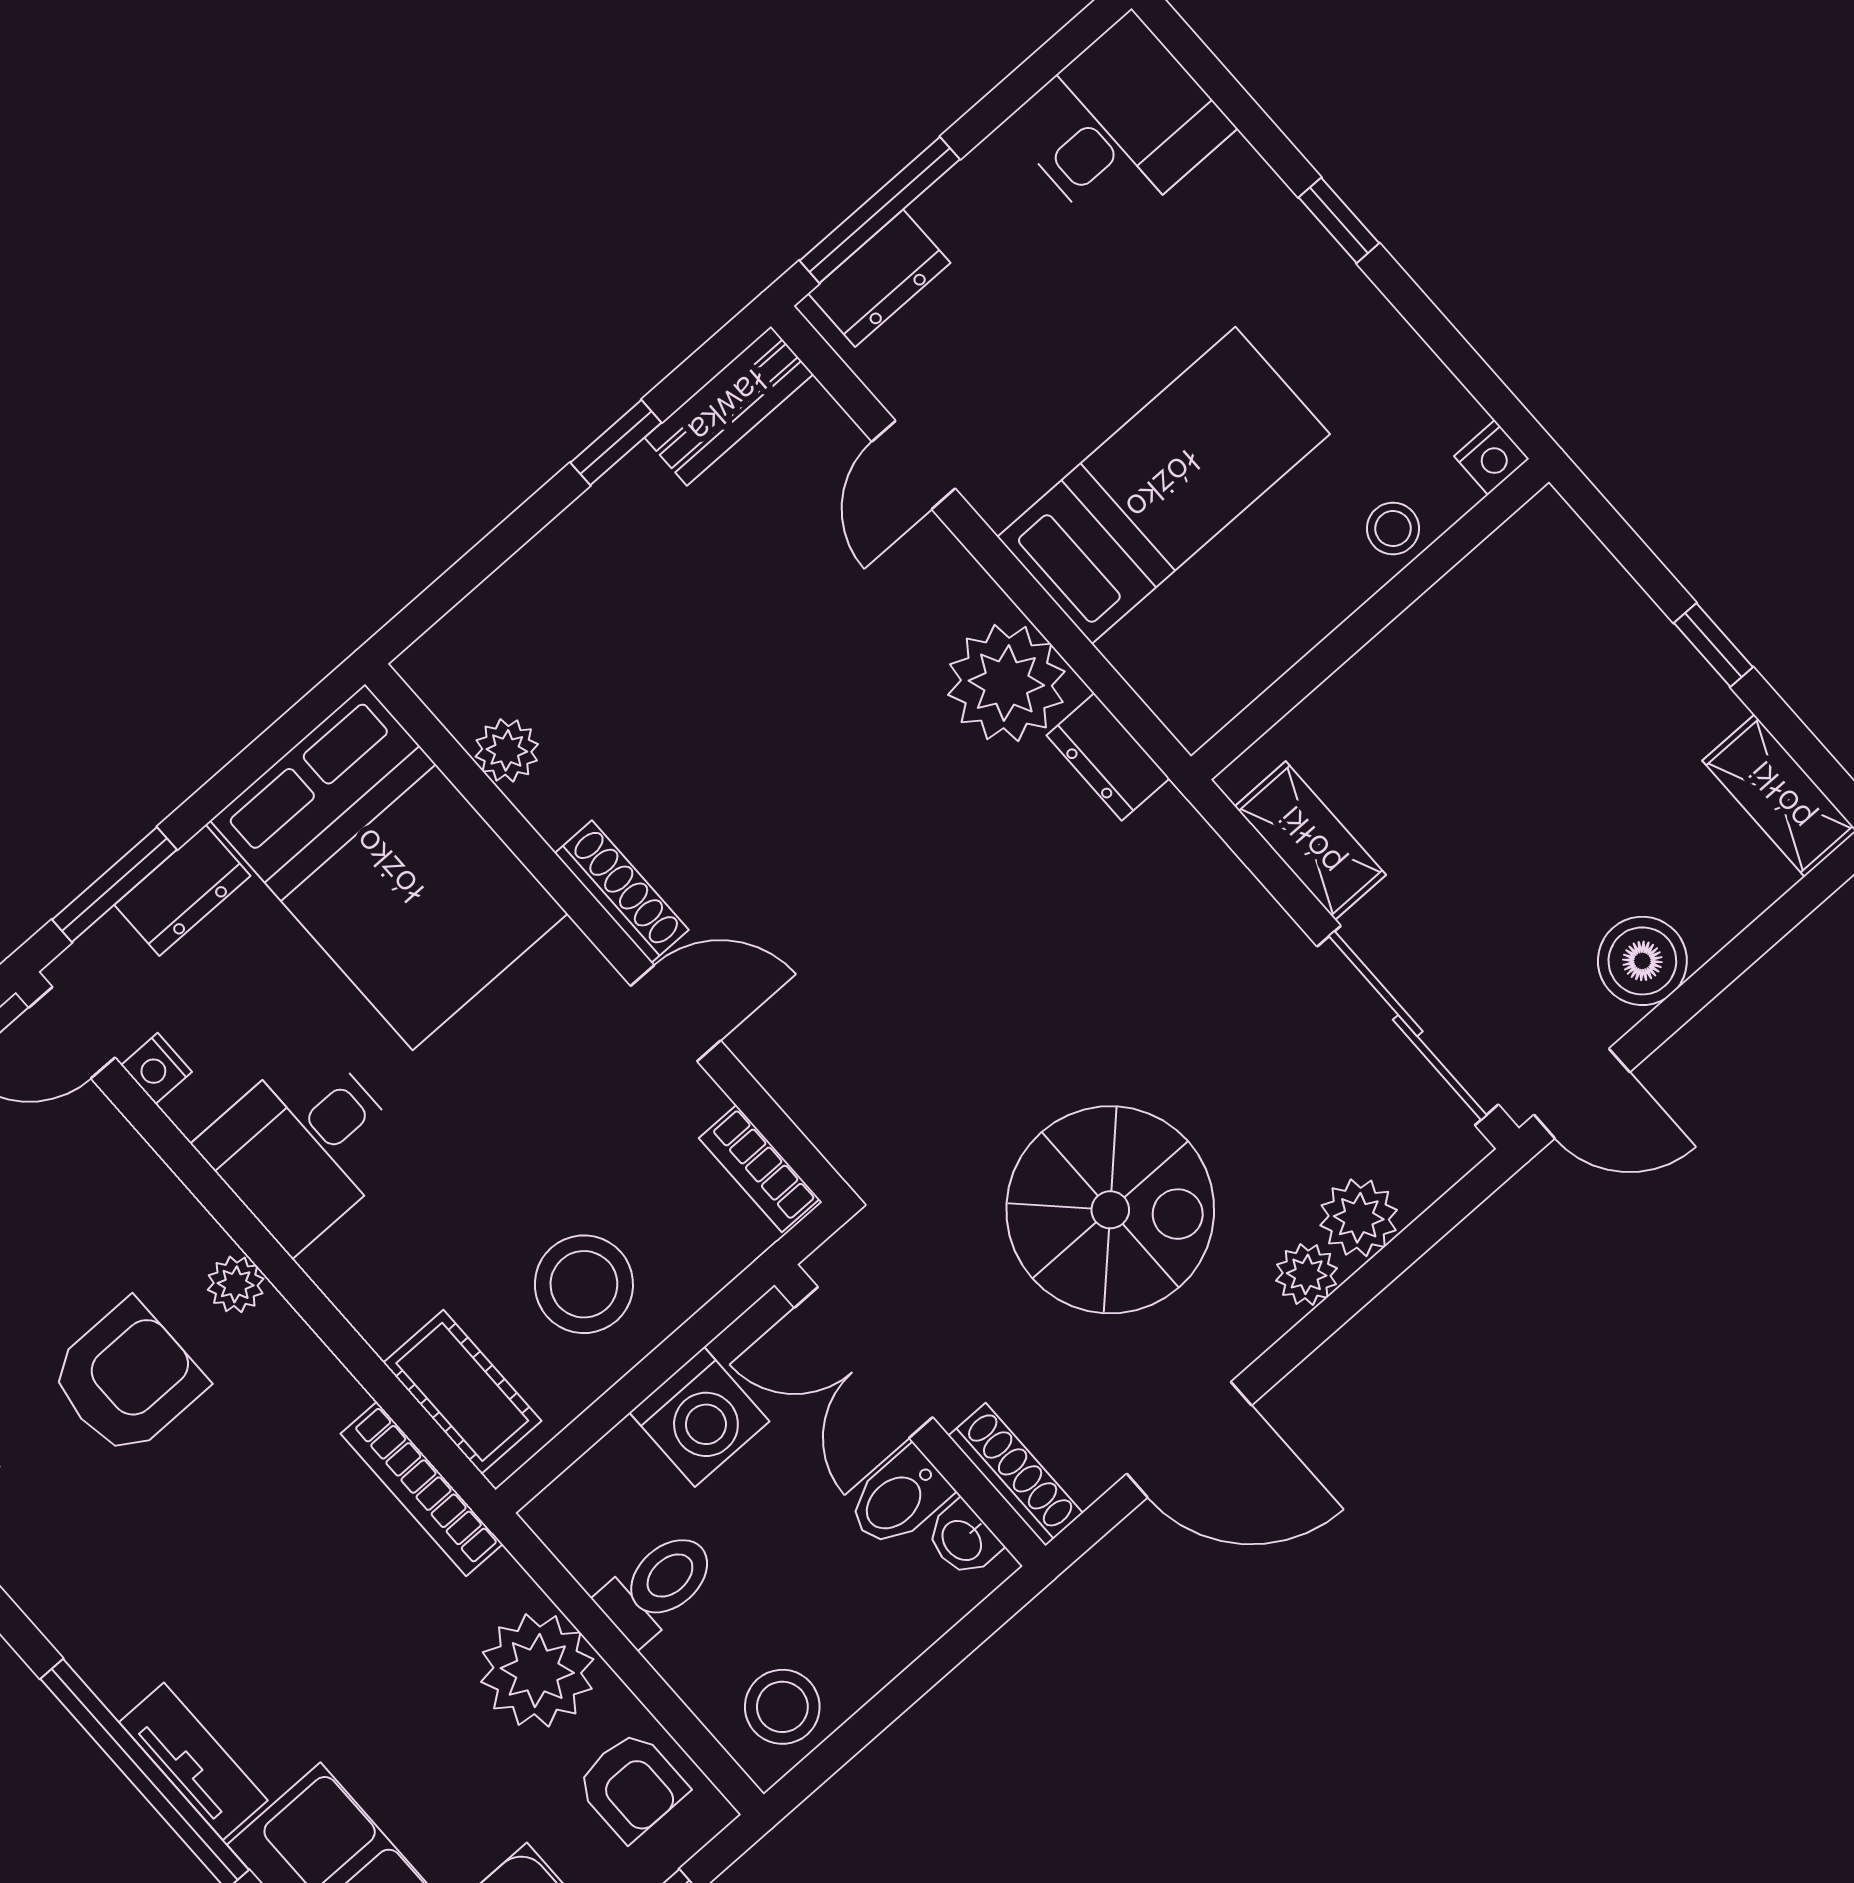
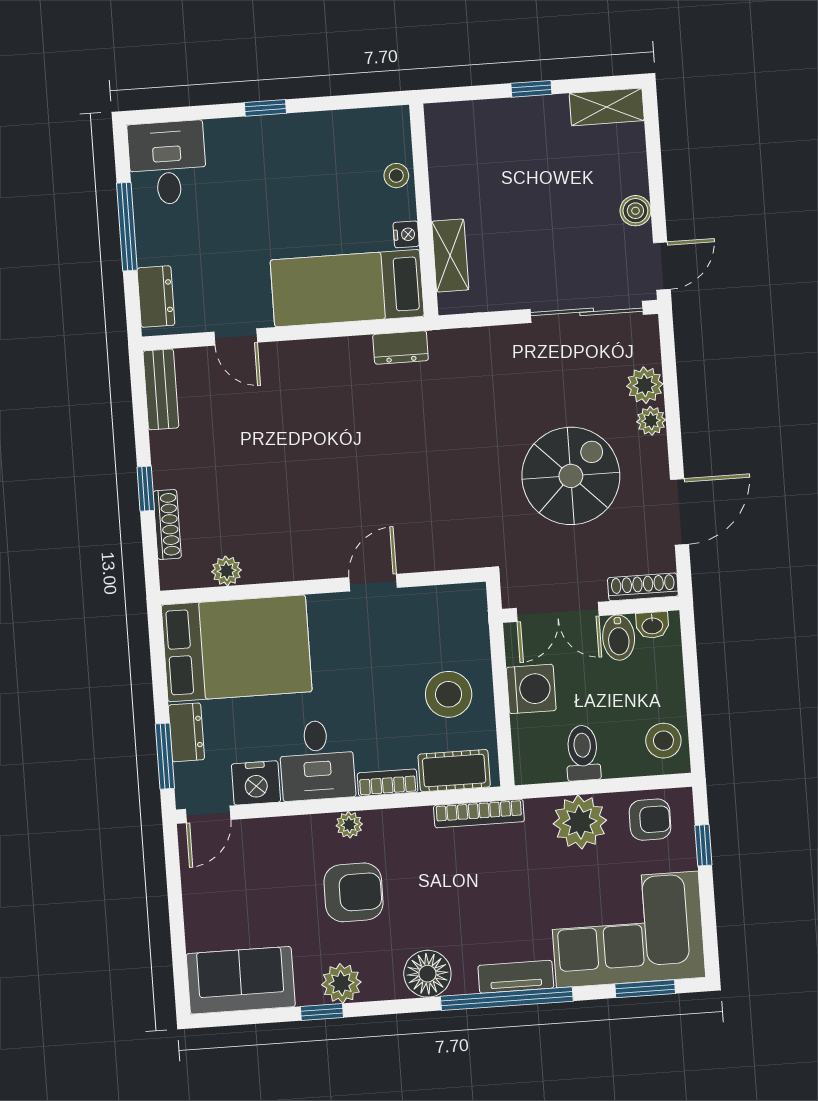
window: (880, 210) -> (127, 227), moved
window: (616, 443) -> (146, 489), moved
nightstand: (1491, 457) -> (406, 234), moved
bed: (1164, 485) -> (347, 288), moved, turned -90
plant: (1006, 683) -> (344, 364), removed
shelving: (1310, 841) -> (450, 256), moved, turned 90
shoe rack: (622, 892) -> (167, 524), moved, turned 90
boiler: (1642, 961) -> (635, 211), width x0.73, depth x0.73
nightstand: (156, 1069) -> (256, 783), width x1.89, depth x1.79
bookcase: (759, 1169) -> (387, 783), moved, turned 180
armchair: (127, 1379) -> (354, 892), turned 90
floor lamp: (85, 1608) -> (427, 974), added

